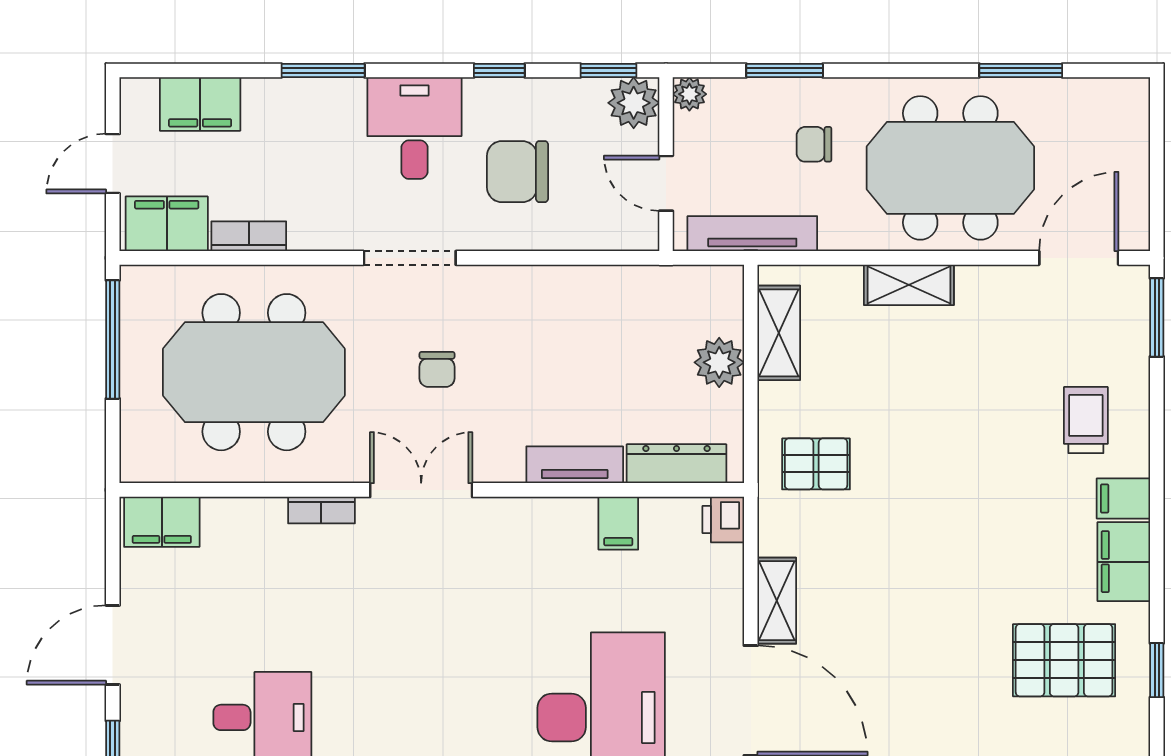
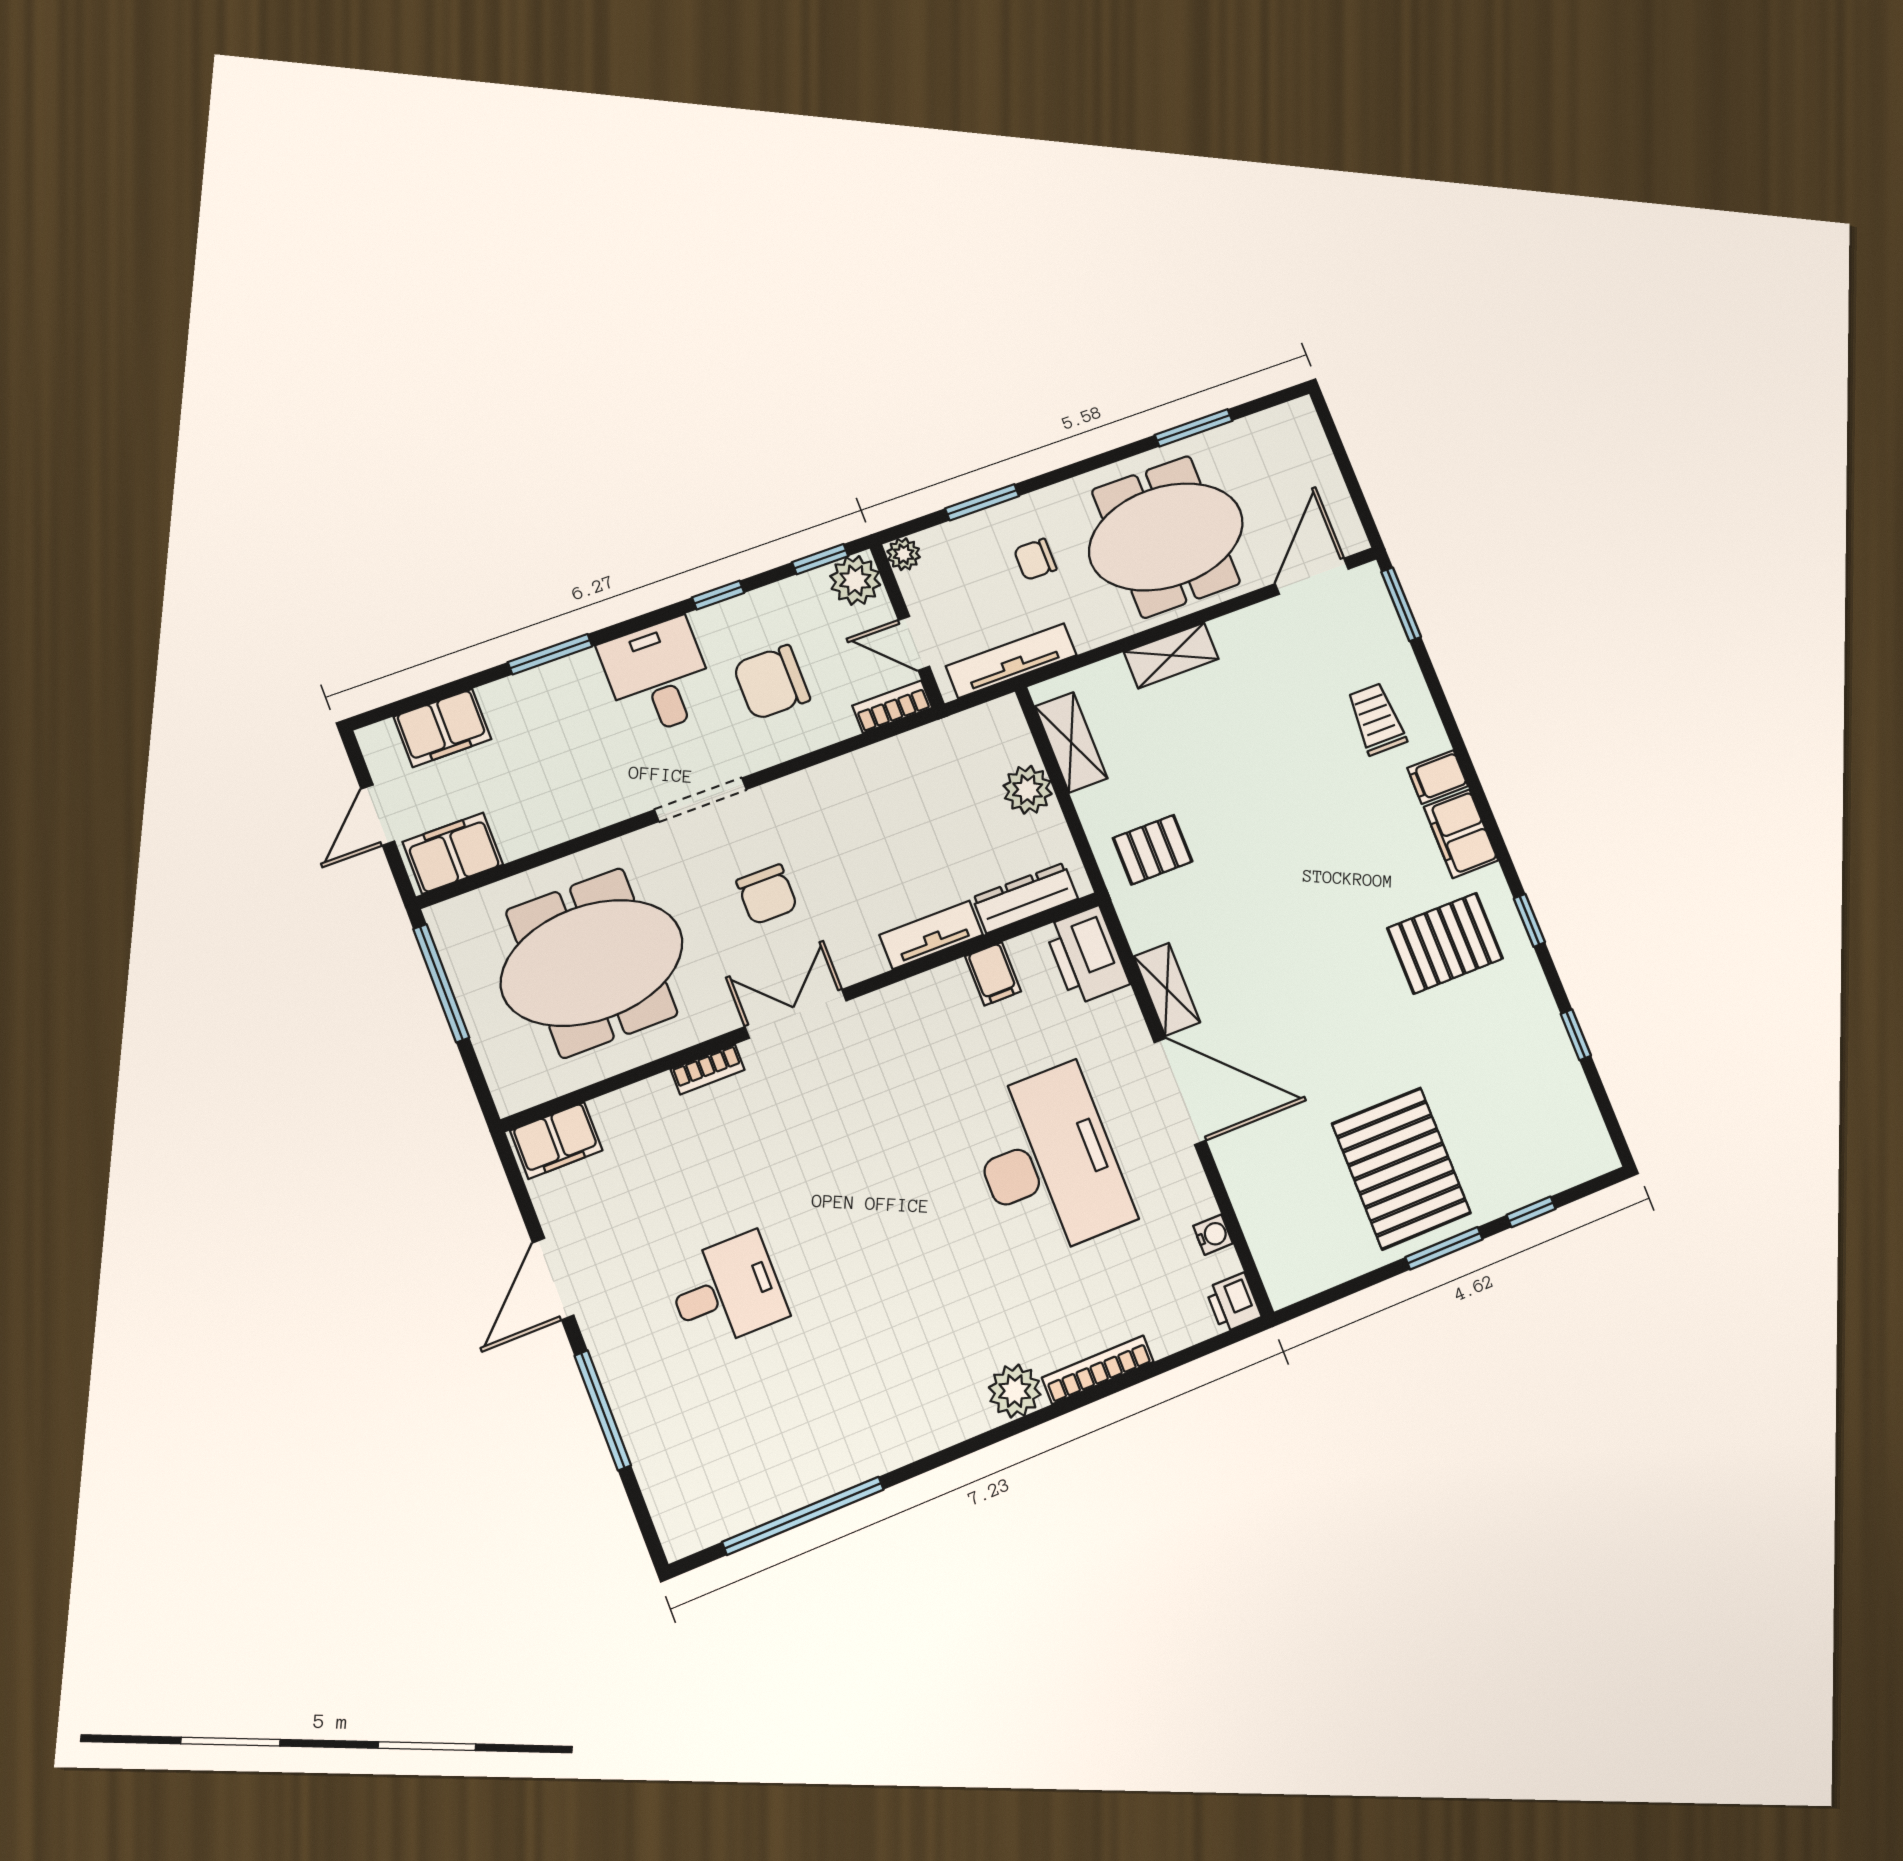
bookcase: (249, 236) -> (892, 707), moved
chair: (437, 369) -> (767, 894), width x1.37, depth x1.37
printer: (723, 519) -> (1087, 955), width x1.87, depth x1.48

